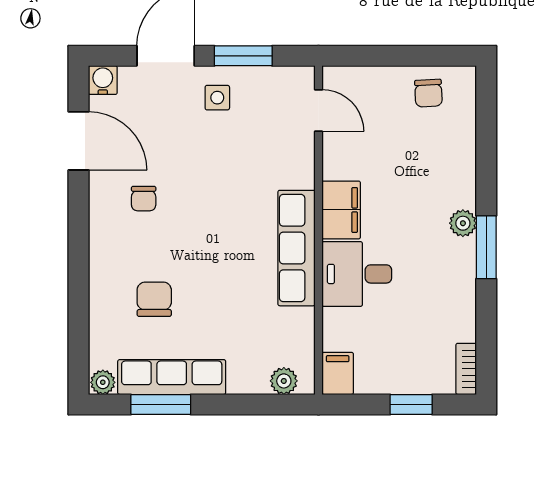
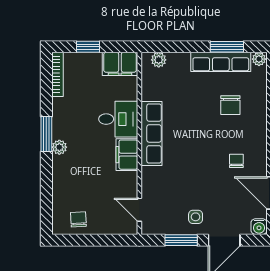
bookcase: (466, 369) -> (58, 74), width x1.56
filing cabinet: (338, 373) -> (120, 64), width x2.00

